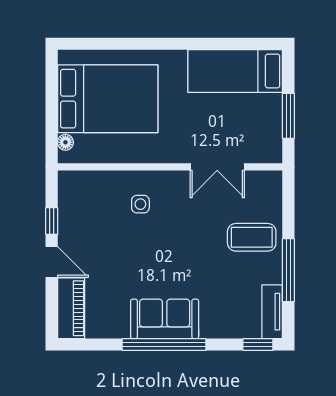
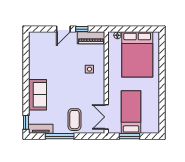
bed: (235, 71) -> (131, 112), moved
double door: (217, 167) -> (106, 117), moved
piano: (71, 308) -> (91, 38), moved
sofa: (165, 319) -> (38, 95), moved
window: (164, 344) -> (26, 80), removed

